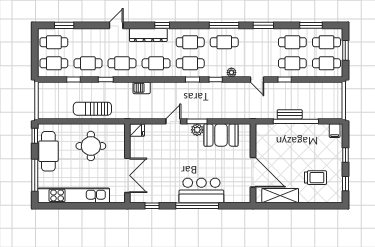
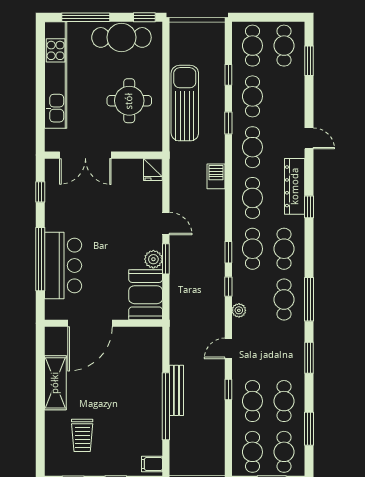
sun lounger: (92, 109) -> (185, 103), width x1.36, depth x1.34
bench: (290, 114) -> (176, 390), width x1.36
wall: (253, 163) -> (104, 323), moved
door: (253, 172) -> (90, 323), moved

